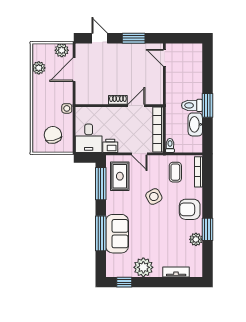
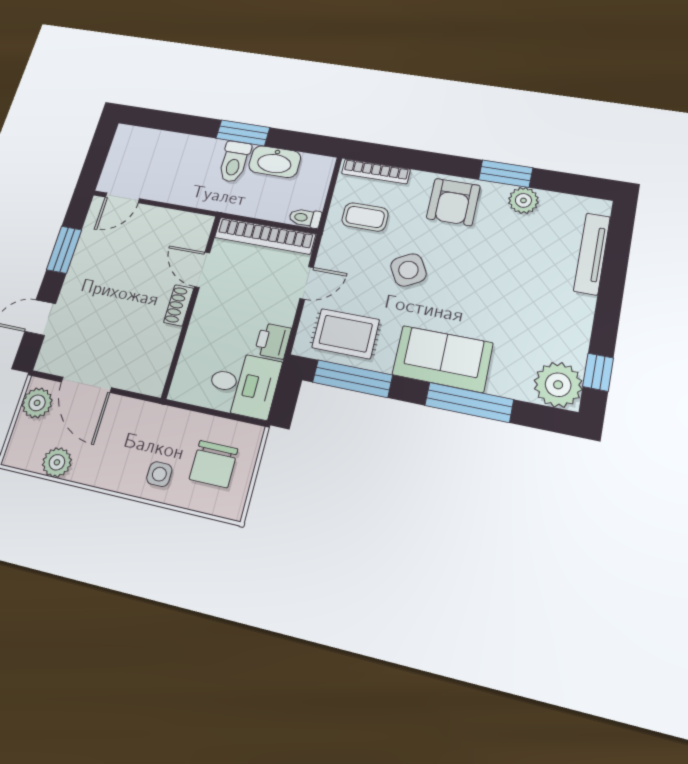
side table: (67, 108) -> (159, 474), moved
chair: (53, 135) -> (214, 464), turned -76
sofa: (117, 234) -> (443, 359), moved
plant: (143, 267) -> (558, 385), moved
tv unit: (176, 272) -> (592, 254), width x1.41

